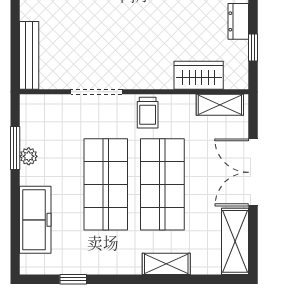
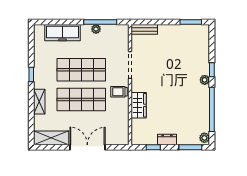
bench: (29, 55) -> (144, 29), width x0.73
wardrobe: (199, 75) -> (139, 105), moved
shelving: (220, 105) -> (123, 130), removed
window: (15, 148) -> (100, 22), width x1.44
window: (73, 279) -> (31, 74), moved

